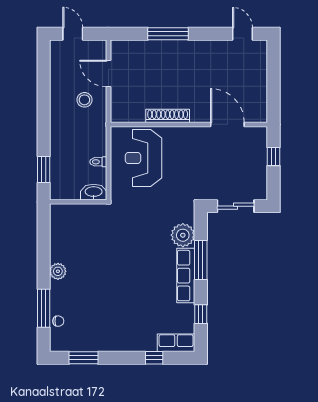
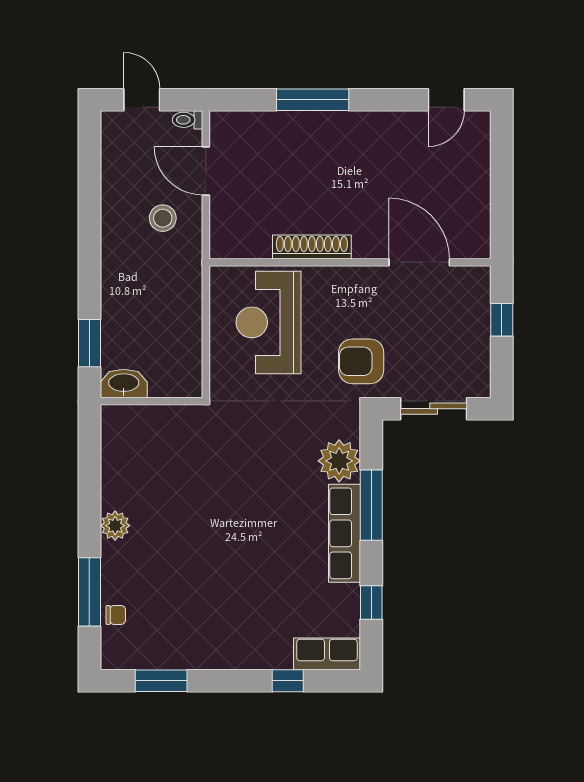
door: (242, 34) -> (446, 100), swing flipped
toilet: (98, 162) -> (188, 120), moved
armchair: (195, 180) -> (361, 361), added
washbasin: (94, 192) -> (124, 383), moved

